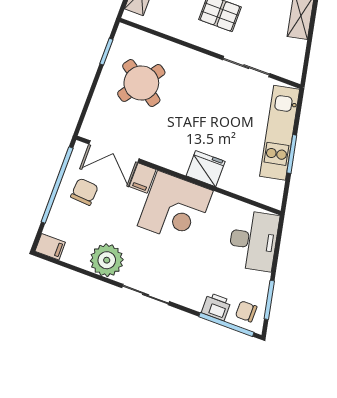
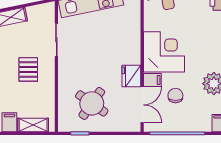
fridge: (206, 169) -> (131, 76), moved
chair: (84, 192) -> (175, 96), moved, turned 86

